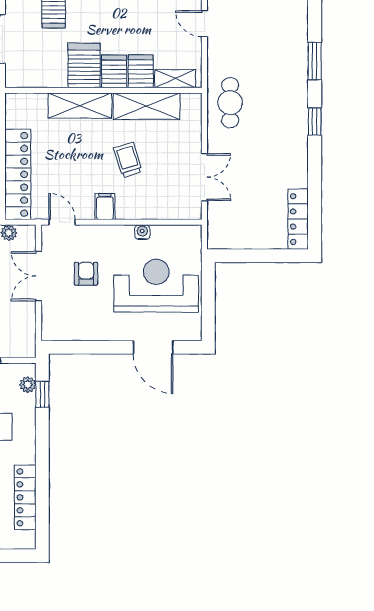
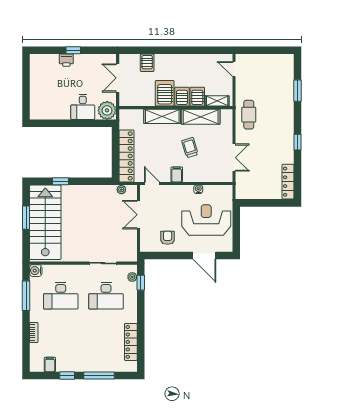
window: (315, 122) -> (297, 142), moved
armchair: (86, 274) -> (168, 238), moved

